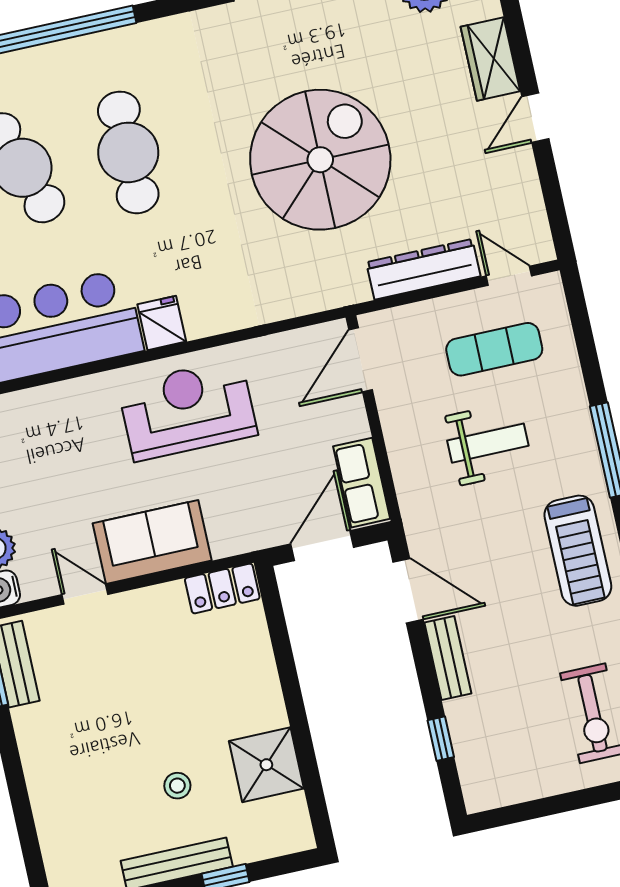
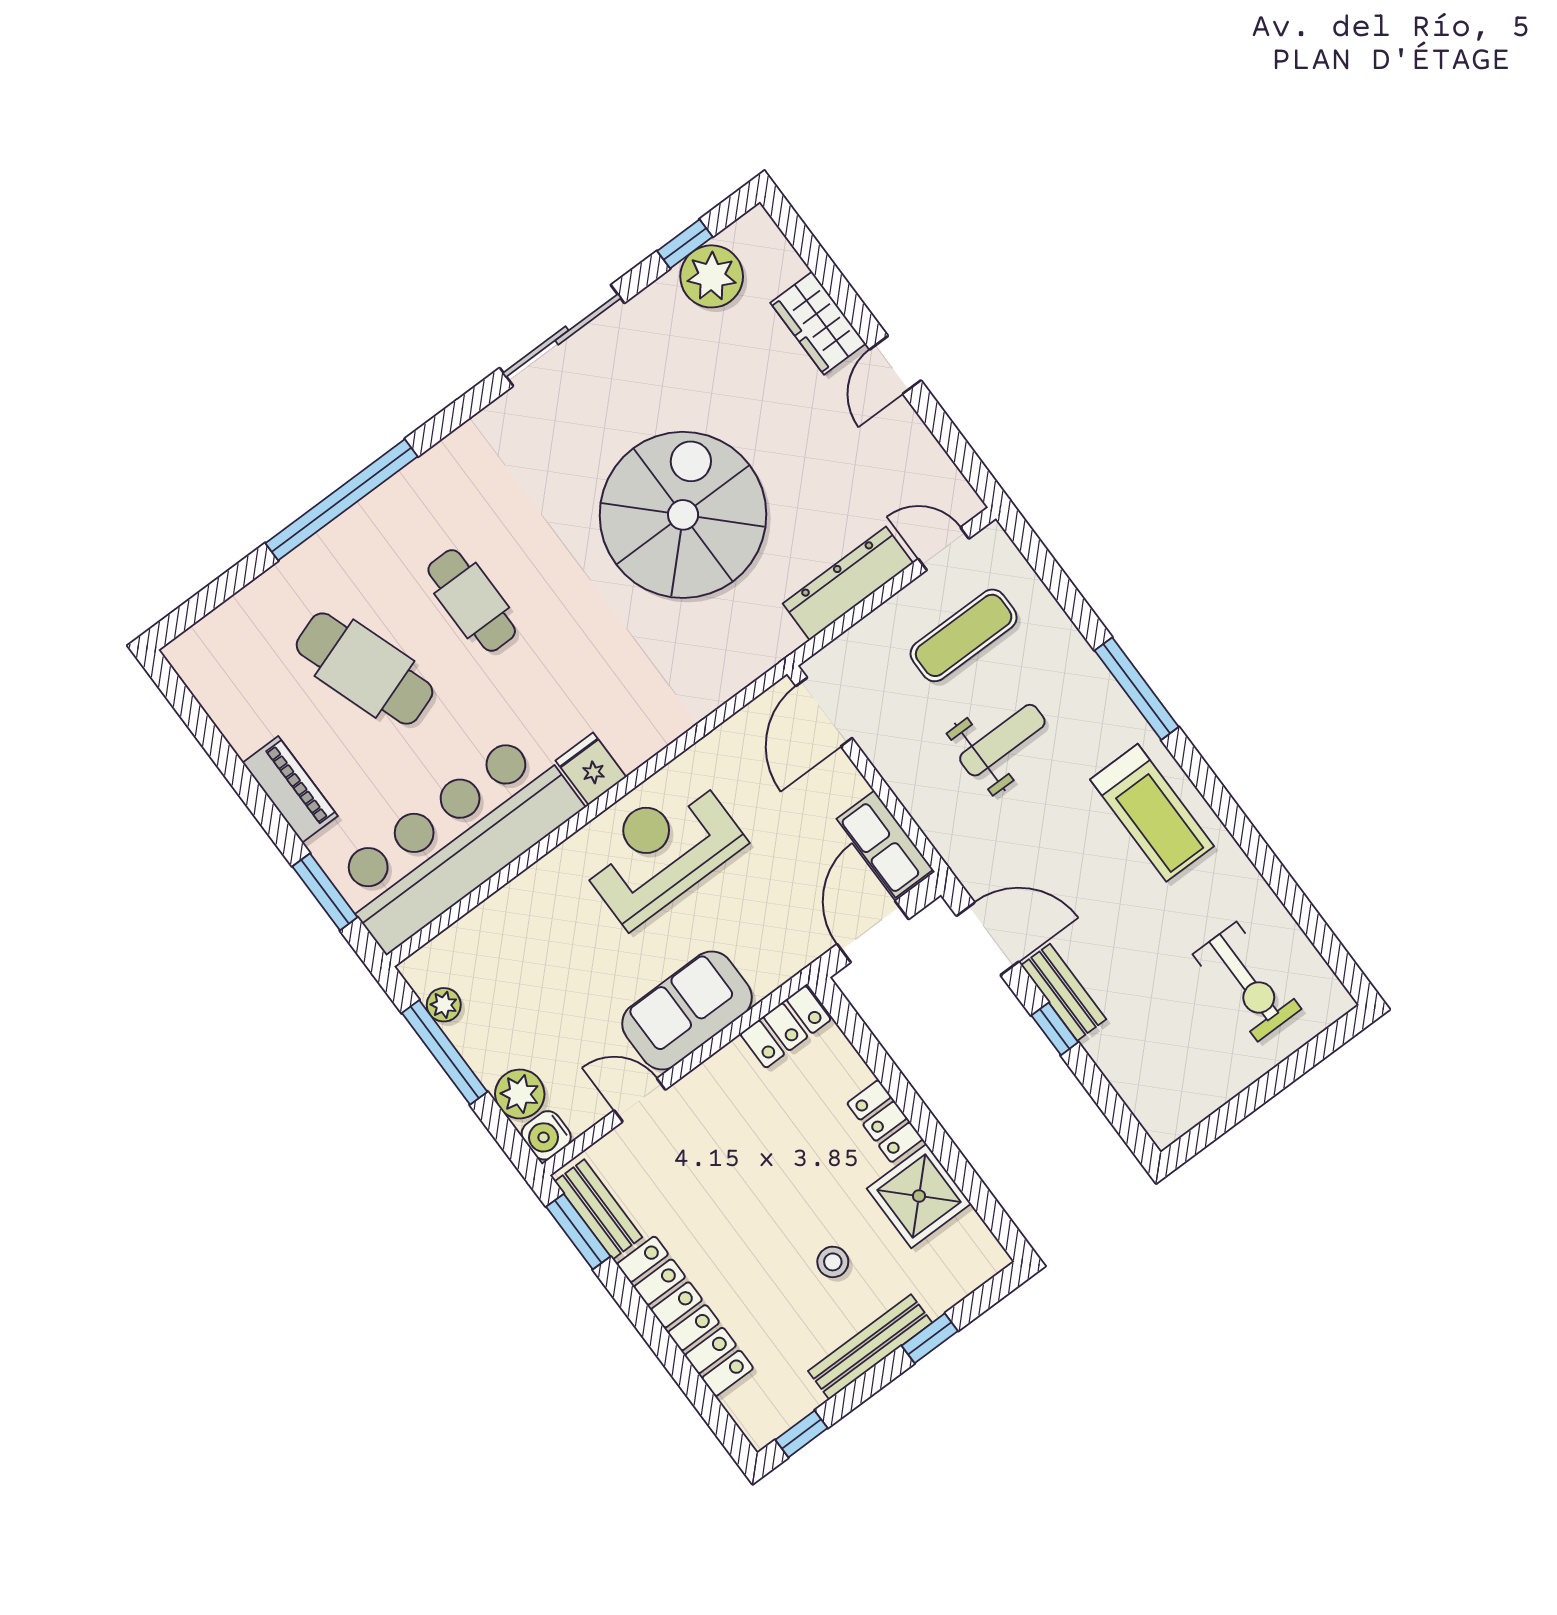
cafe table: (128, 152) -> (472, 600), width x0.73, depth x0.74
locker: (266, 695) -> (885, 1121), added
window: (441, 739) -> (1055, 1029), moved
locker: (45, 776) -> (685, 1316), added

